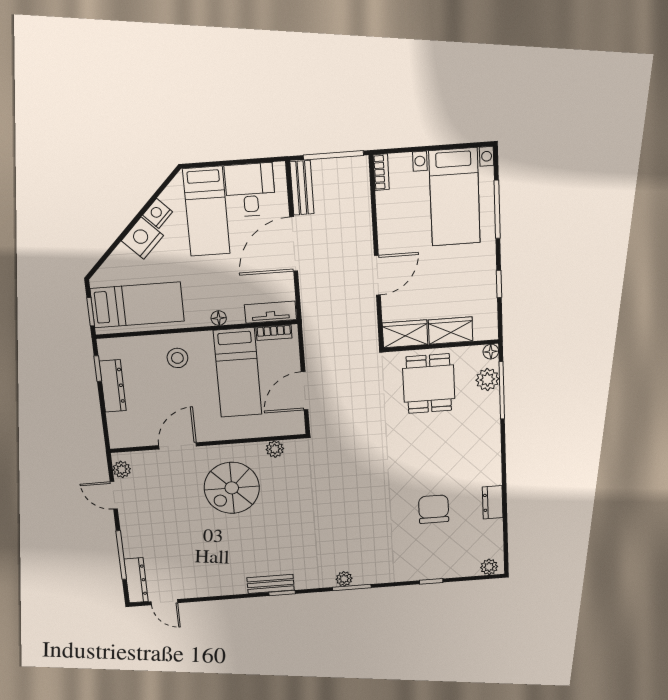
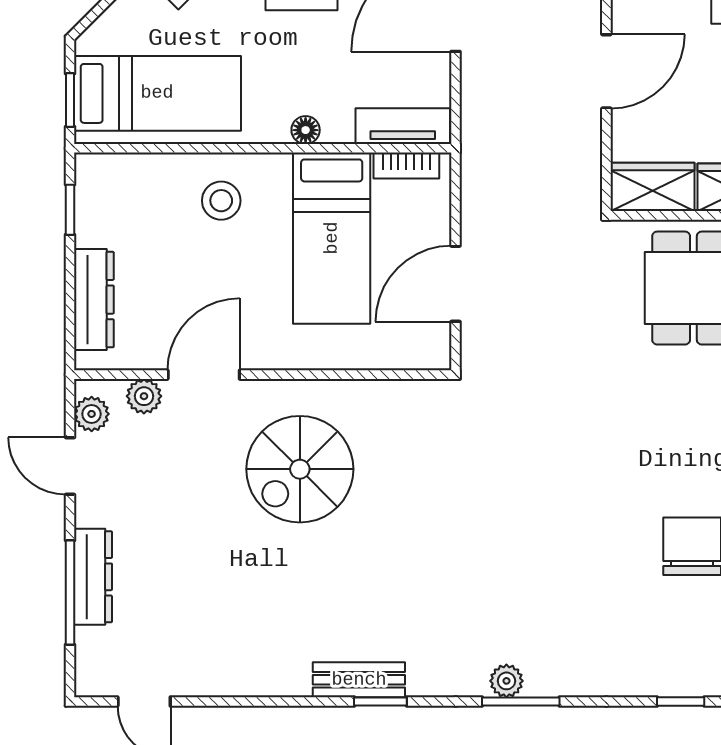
dresser: (113, 386) -> (94, 300), moved
plant: (275, 449) -> (144, 396), moved
dresser: (136, 580) -> (93, 577), moved

